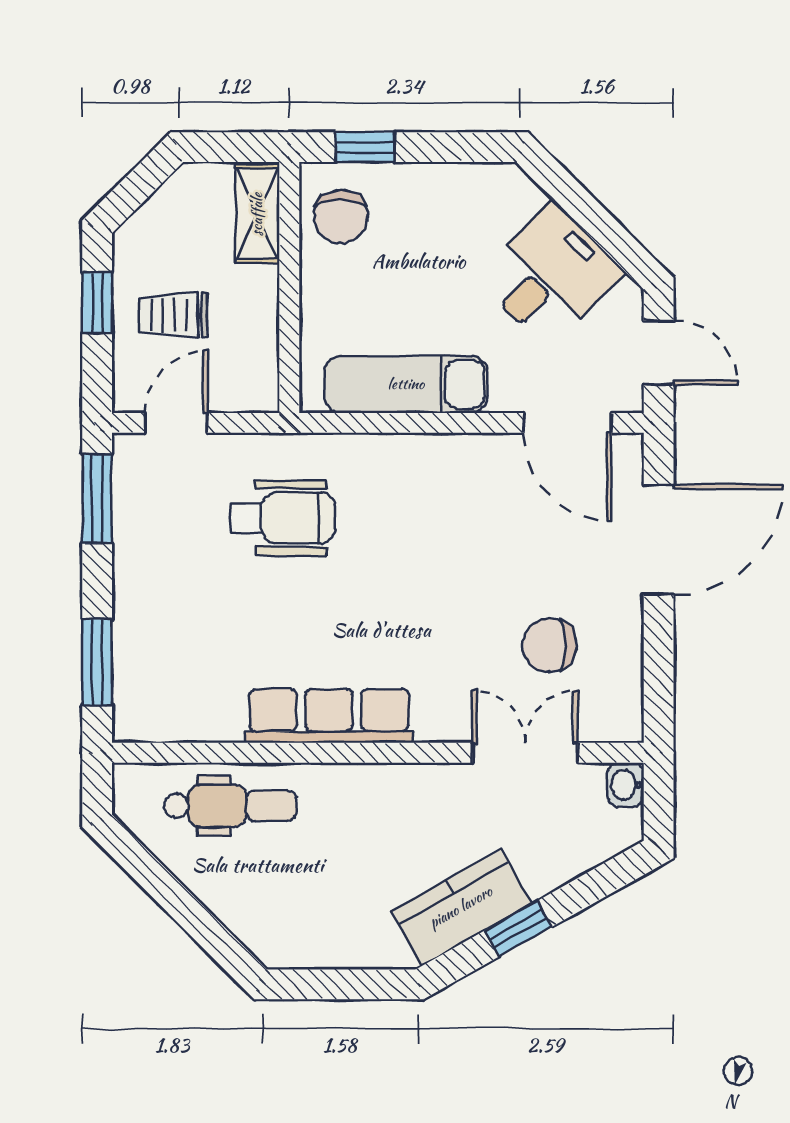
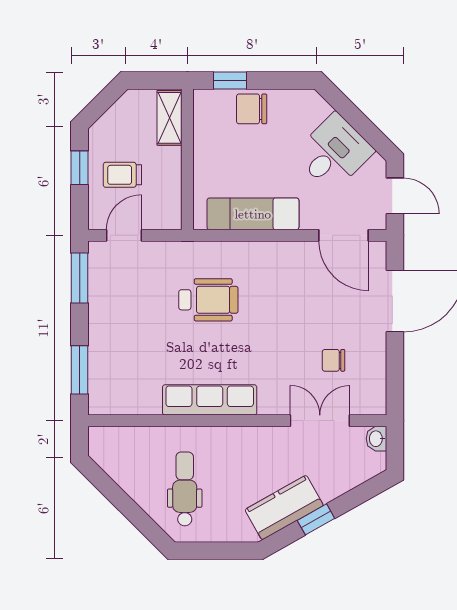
chair: (341, 217) -> (252, 109), moved, turned 90
wheelchair: (283, 518) -> (208, 300), moved
chair: (549, 645) -> (333, 360), width x0.73, depth x0.73
dental chair: (230, 806) -> (185, 489), moved, turned -90

